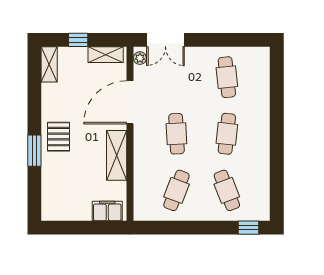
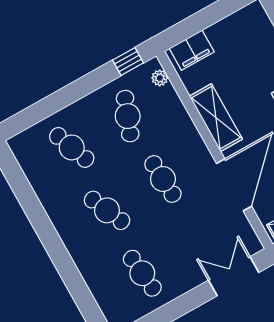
plant: (140, 58) -> (160, 78), moved
cafe table: (227, 134) -> (107, 210), turned -30
window: (249, 228) -> (128, 62), moved

